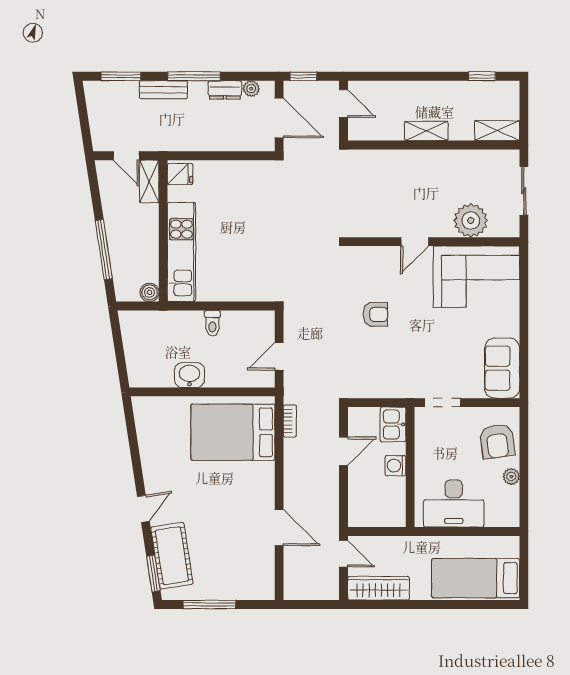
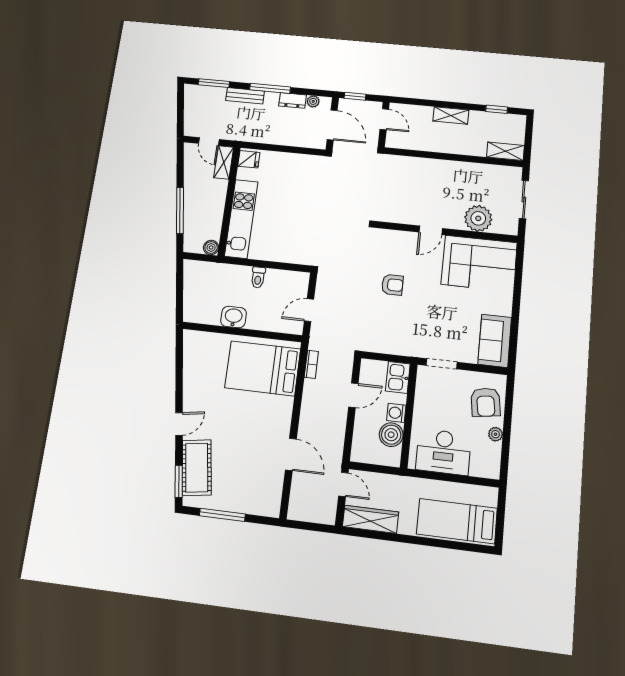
shelving: (426, 131) -> (451, 116), moved
boiler: (392, 491) -> (391, 435), added

